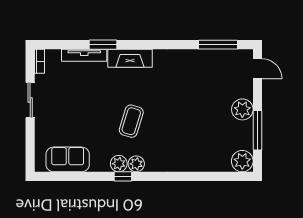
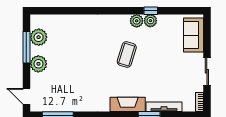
sofa: (68, 159) -> (194, 35), moved, turned 90
plant: (242, 161) -> (39, 37), moved
plant: (136, 164) -> (150, 21), moved
window: (123, 176) -> (151, 11), moved

